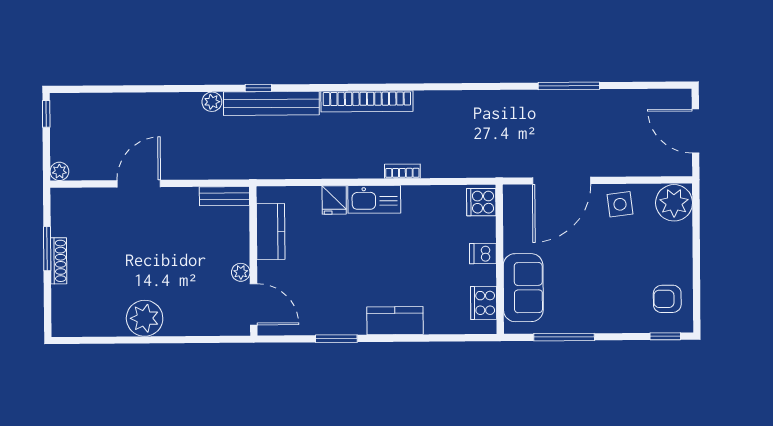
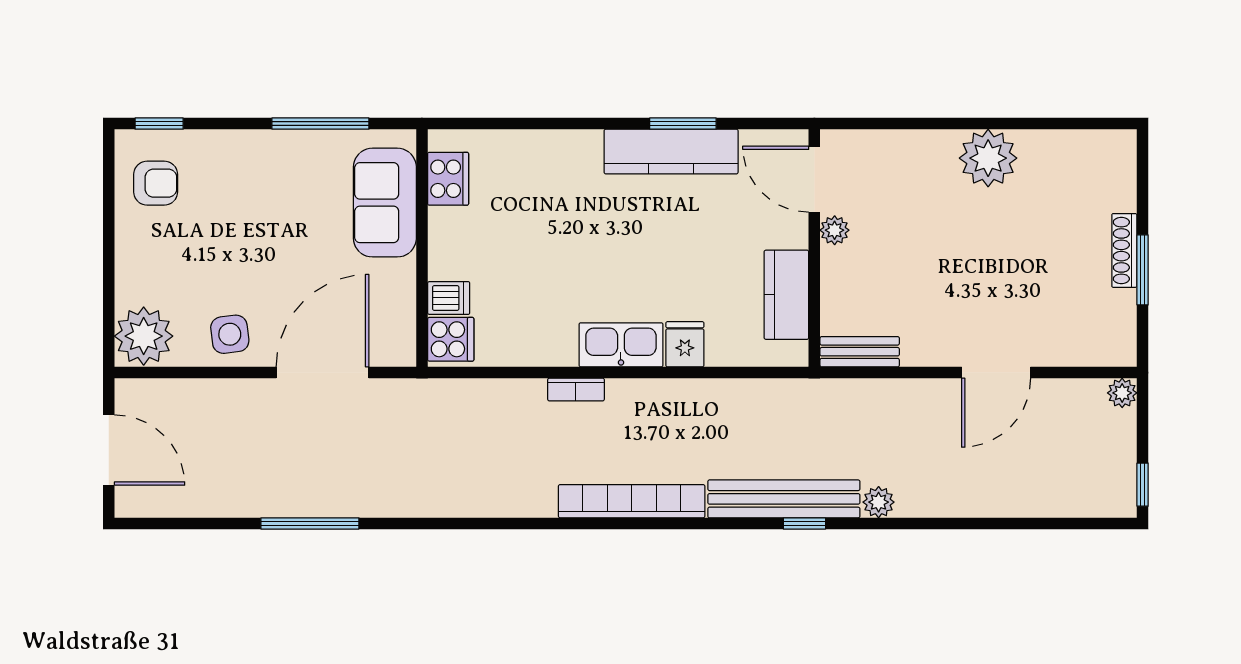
dishwasher: (483, 253) -> (449, 298), moved
kitchen counter: (395, 321) -> (671, 152), moved, width x1.50

